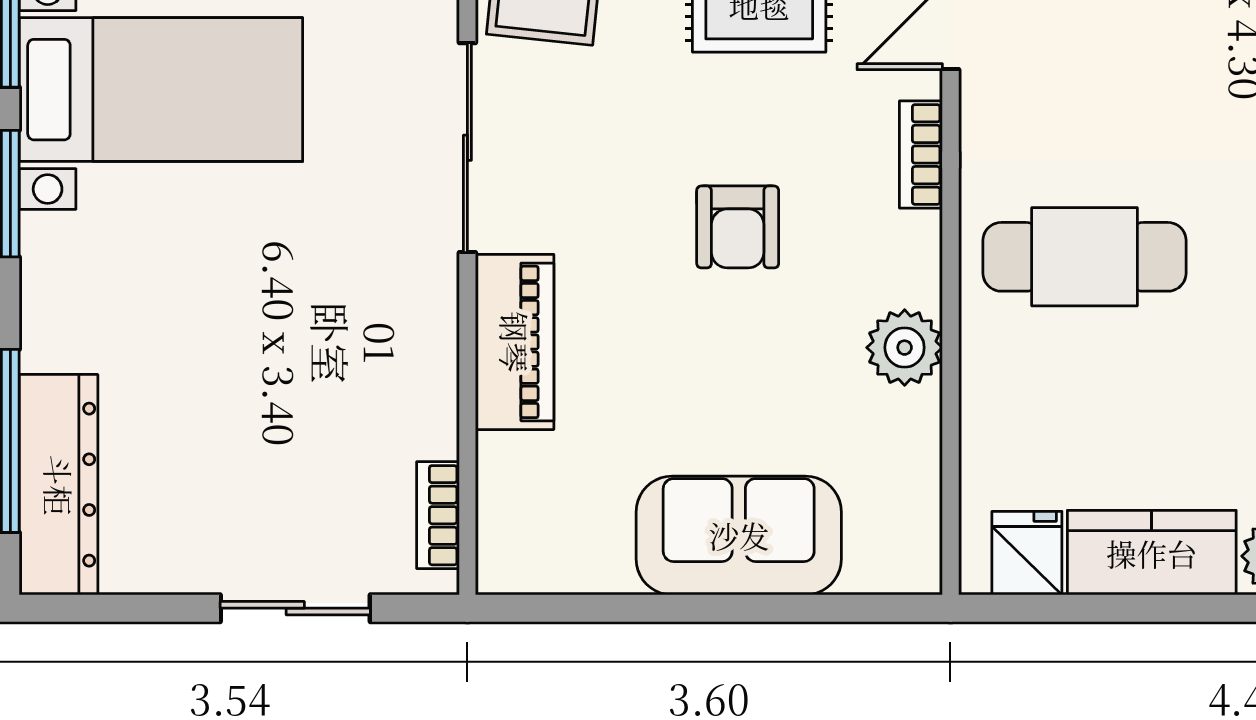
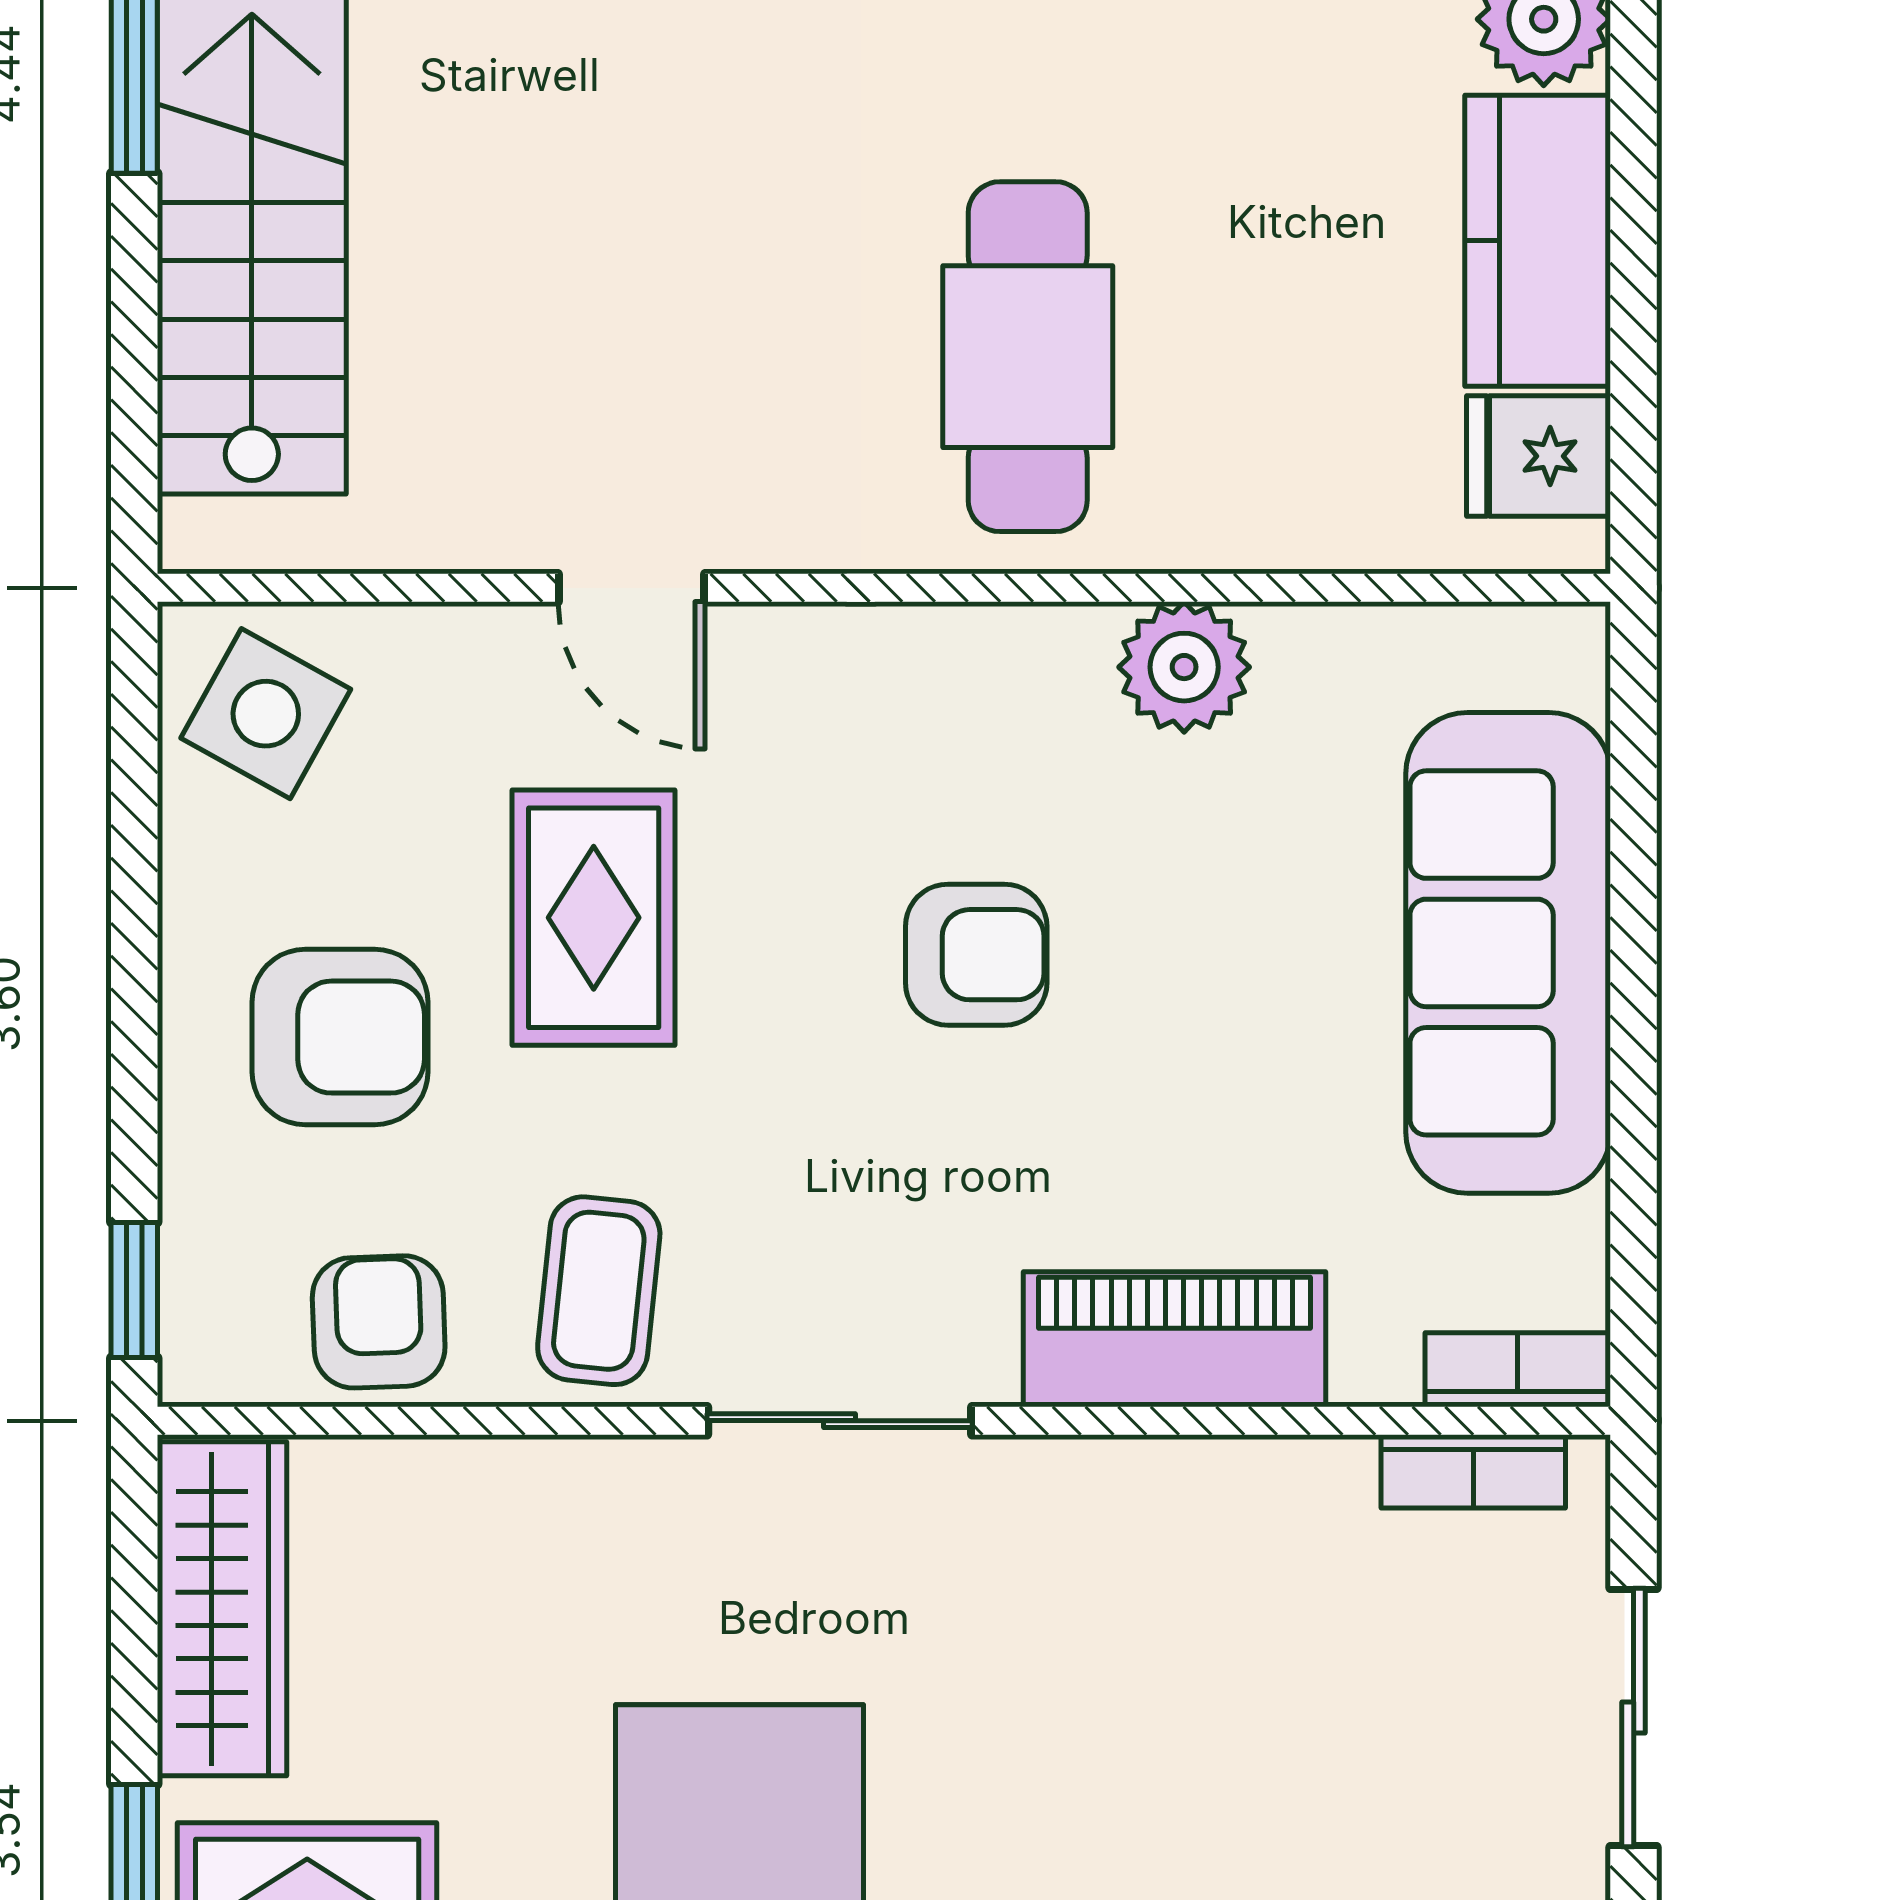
sliding door: (467, 148) -> (840, 1421), width x0.73
bookcase: (921, 155) -> (1518, 1370), moved, turned 180
sofa: (739, 535) -> (1508, 953), width x1.36

